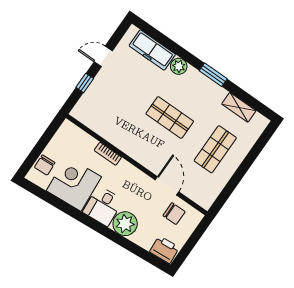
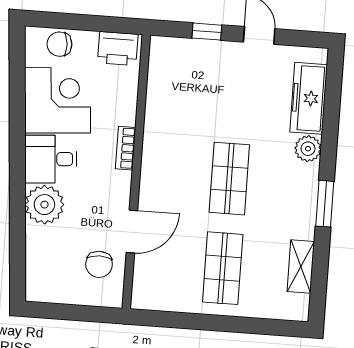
shop shelf: (215, 149) -> (223, 268), turned 90
bookcase: (108, 154) -> (126, 148), moved
printer: (164, 250) -> (118, 48), moved, turned 94

